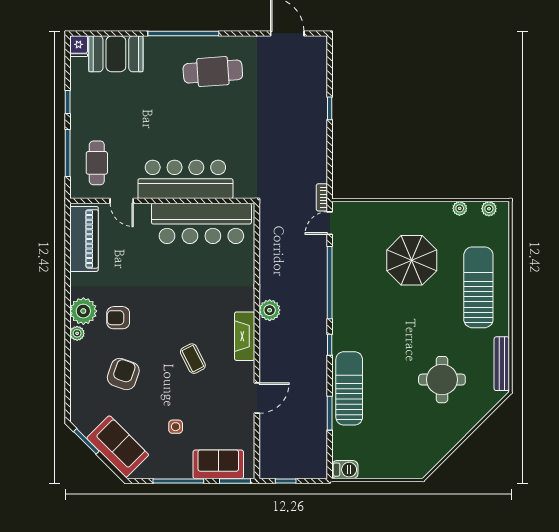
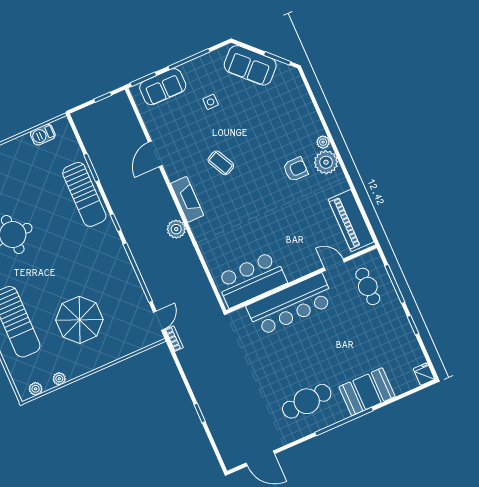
booth: (116, 54) -> (367, 392), moved
bar counter: (201, 223) -> (251, 280), width x0.73
armchair: (123, 374) -> (271, 126), removed
barbecue: (345, 470) -> (43, 135), moved

